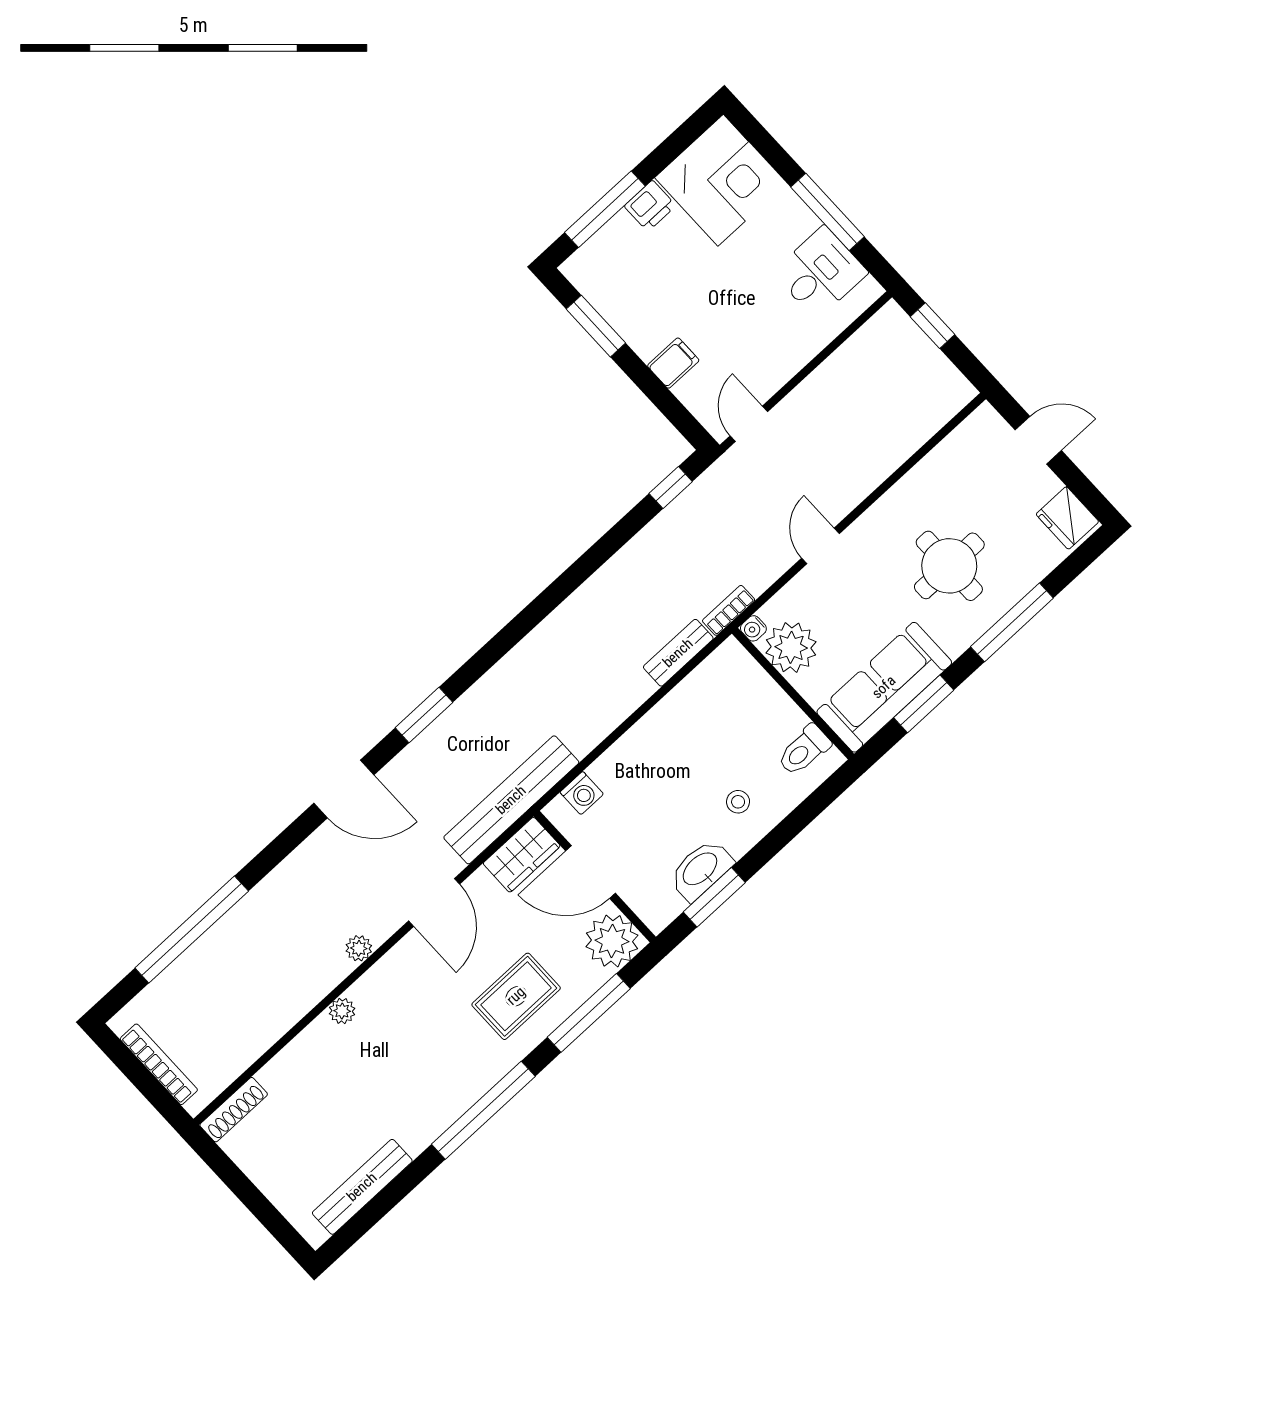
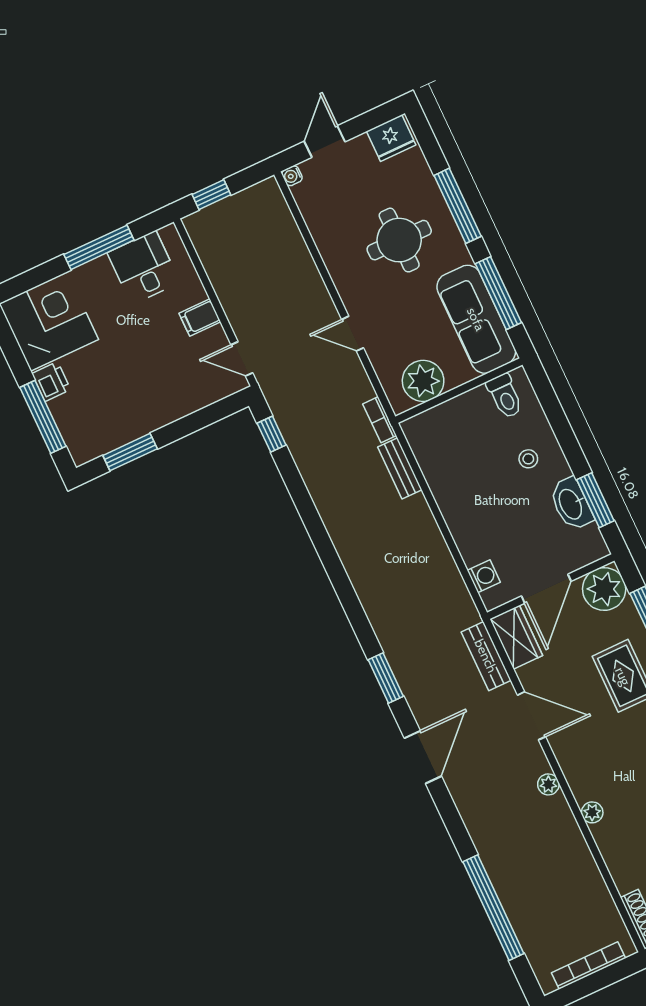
filing cabinet: (673, 363) -> (200, 318), moved, turned -90
water cooler: (753, 628) -> (292, 176), moved, turned 90
window: (924, 704) -> (498, 293), width x1.44
bench: (511, 800) -> (486, 656), width x0.54, depth x0.82

